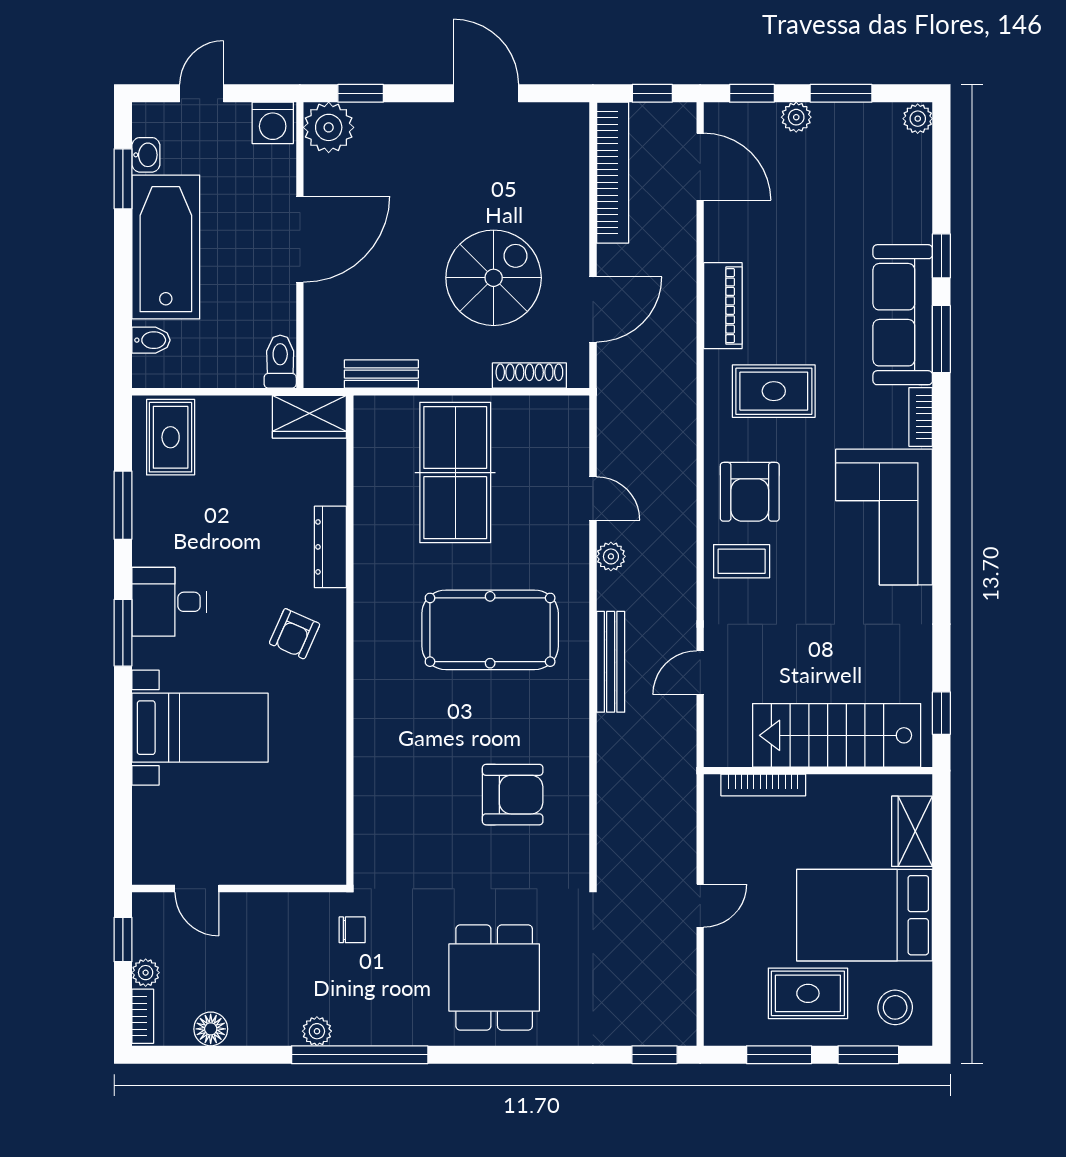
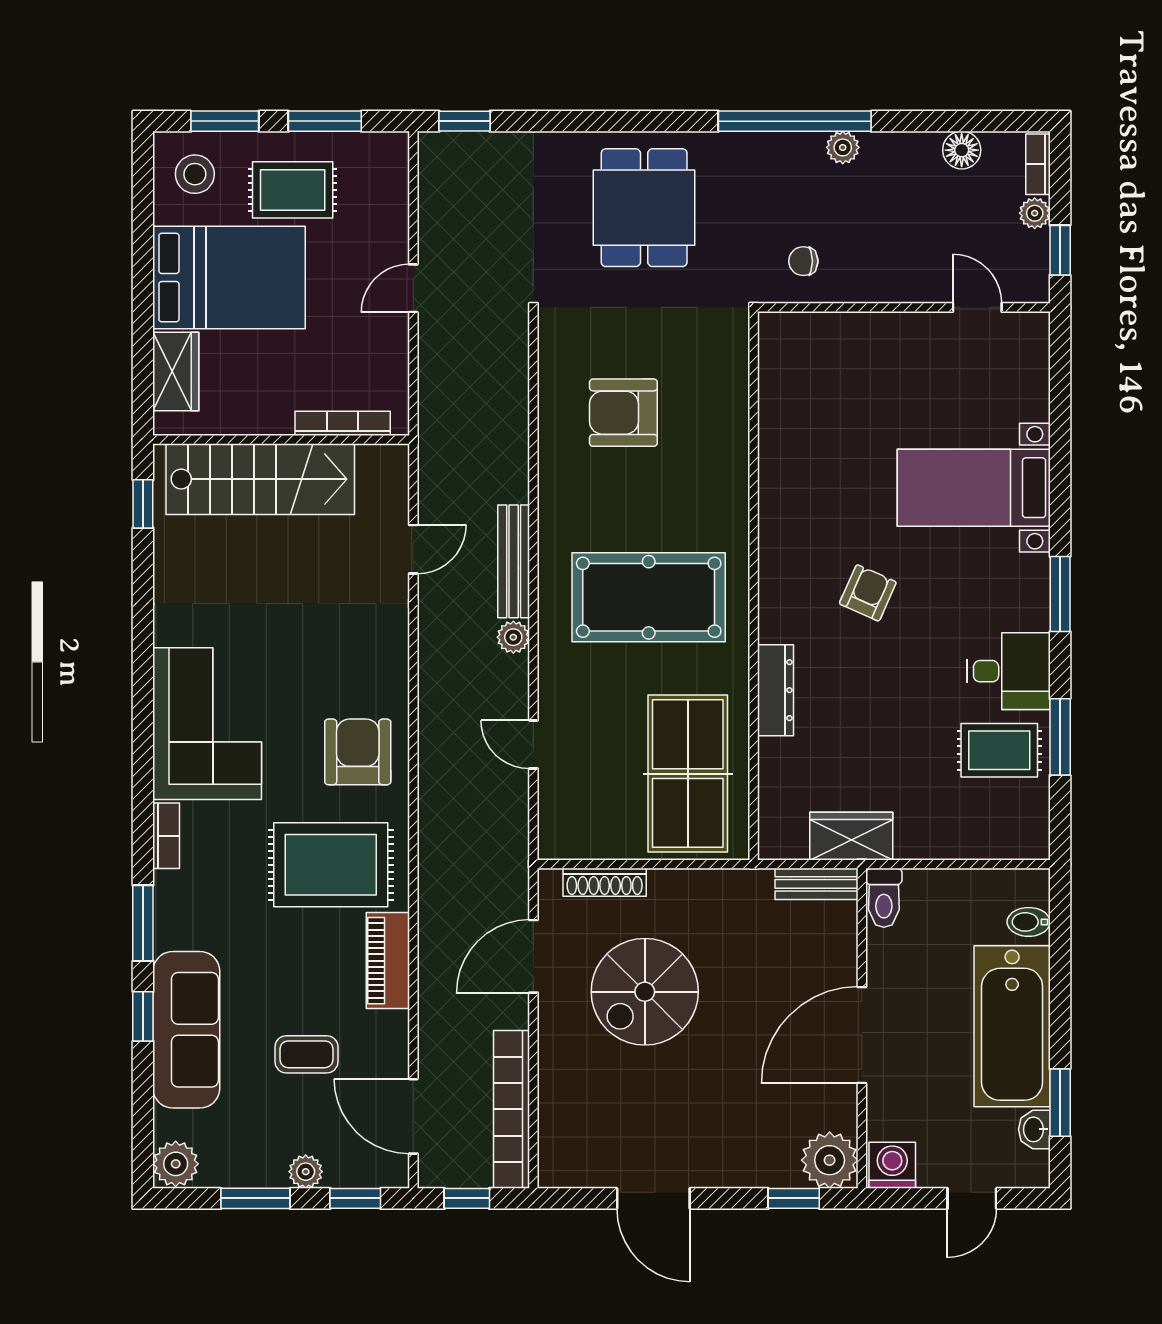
plant: (918, 119) -> (176, 1164), width x1.38, depth x1.38
sofa: (903, 315) -> (186, 1030), moved
bench: (381, 374) -> (816, 884), moved
rug: (774, 391) -> (331, 865), width x1.36, depth x1.43
rug: (171, 437) -> (999, 750), moved, turned 90
dresser: (330, 547) -> (776, 690), moved
plant: (611, 556) -> (513, 637), moved
coffee table: (742, 561) -> (306, 1054), moved
desk: (169, 602) -> (1008, 671), moved
wall: (350, 640) -> (754, 586), moved

